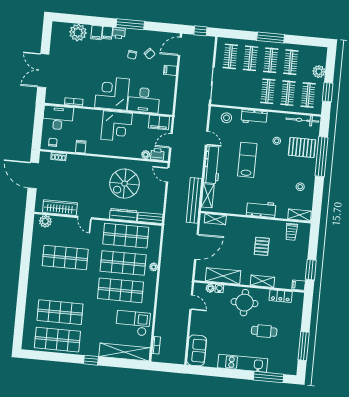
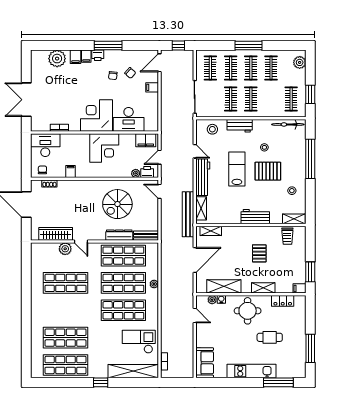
plant: (319, 72) -> (300, 62), moved
clothes rail: (288, 93) -> (231, 99), moved
pallet: (302, 147) -> (268, 171), moved
plant: (45, 221) -> (65, 249), moved

